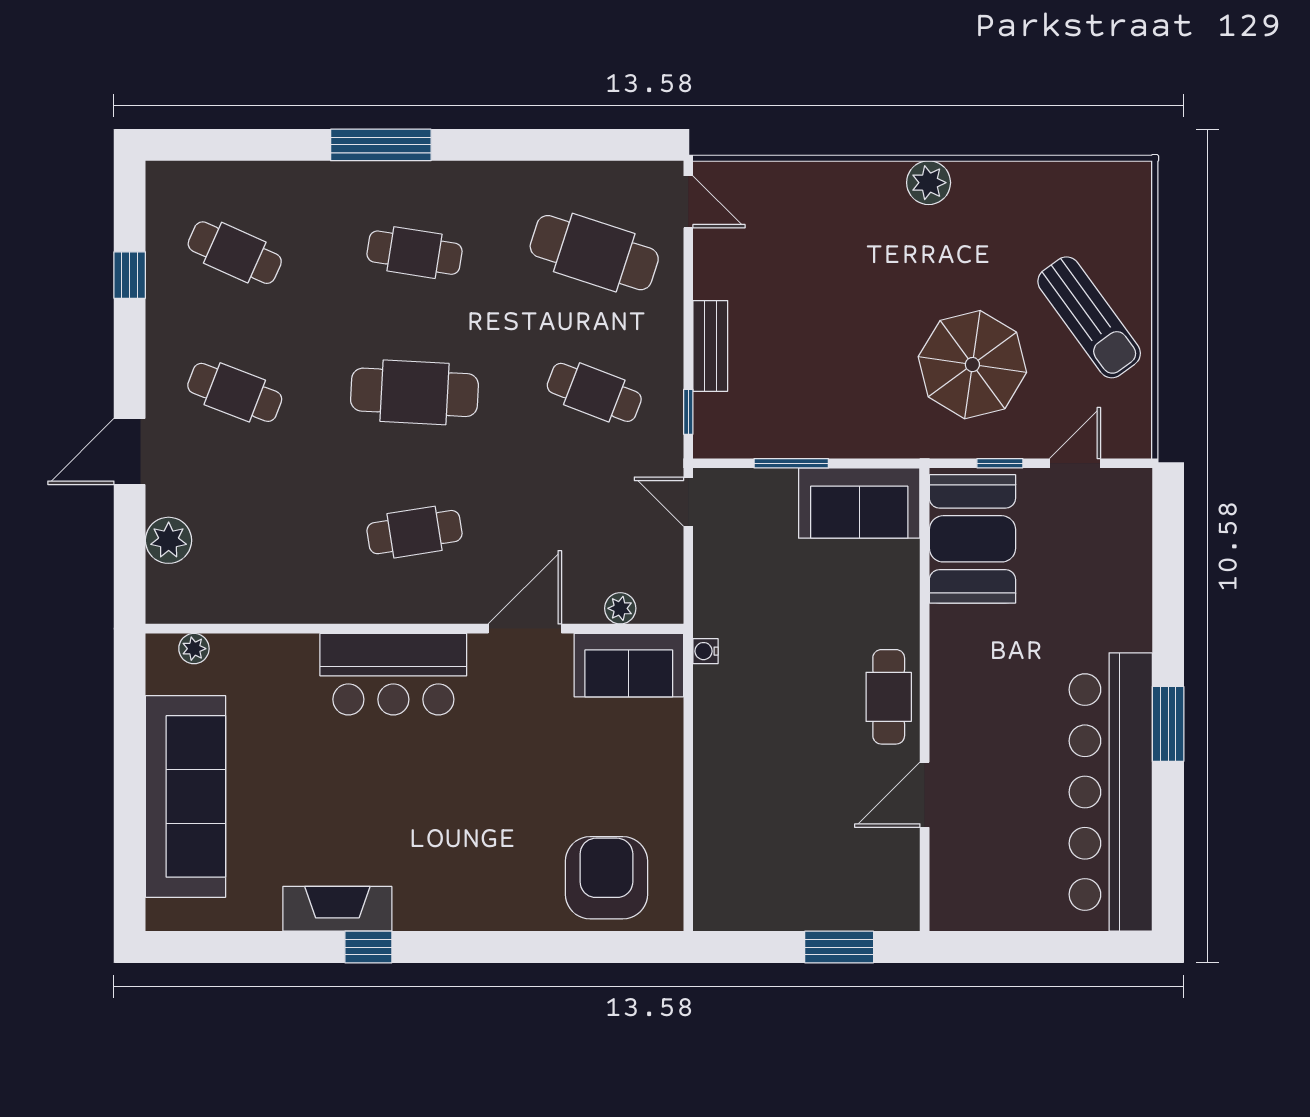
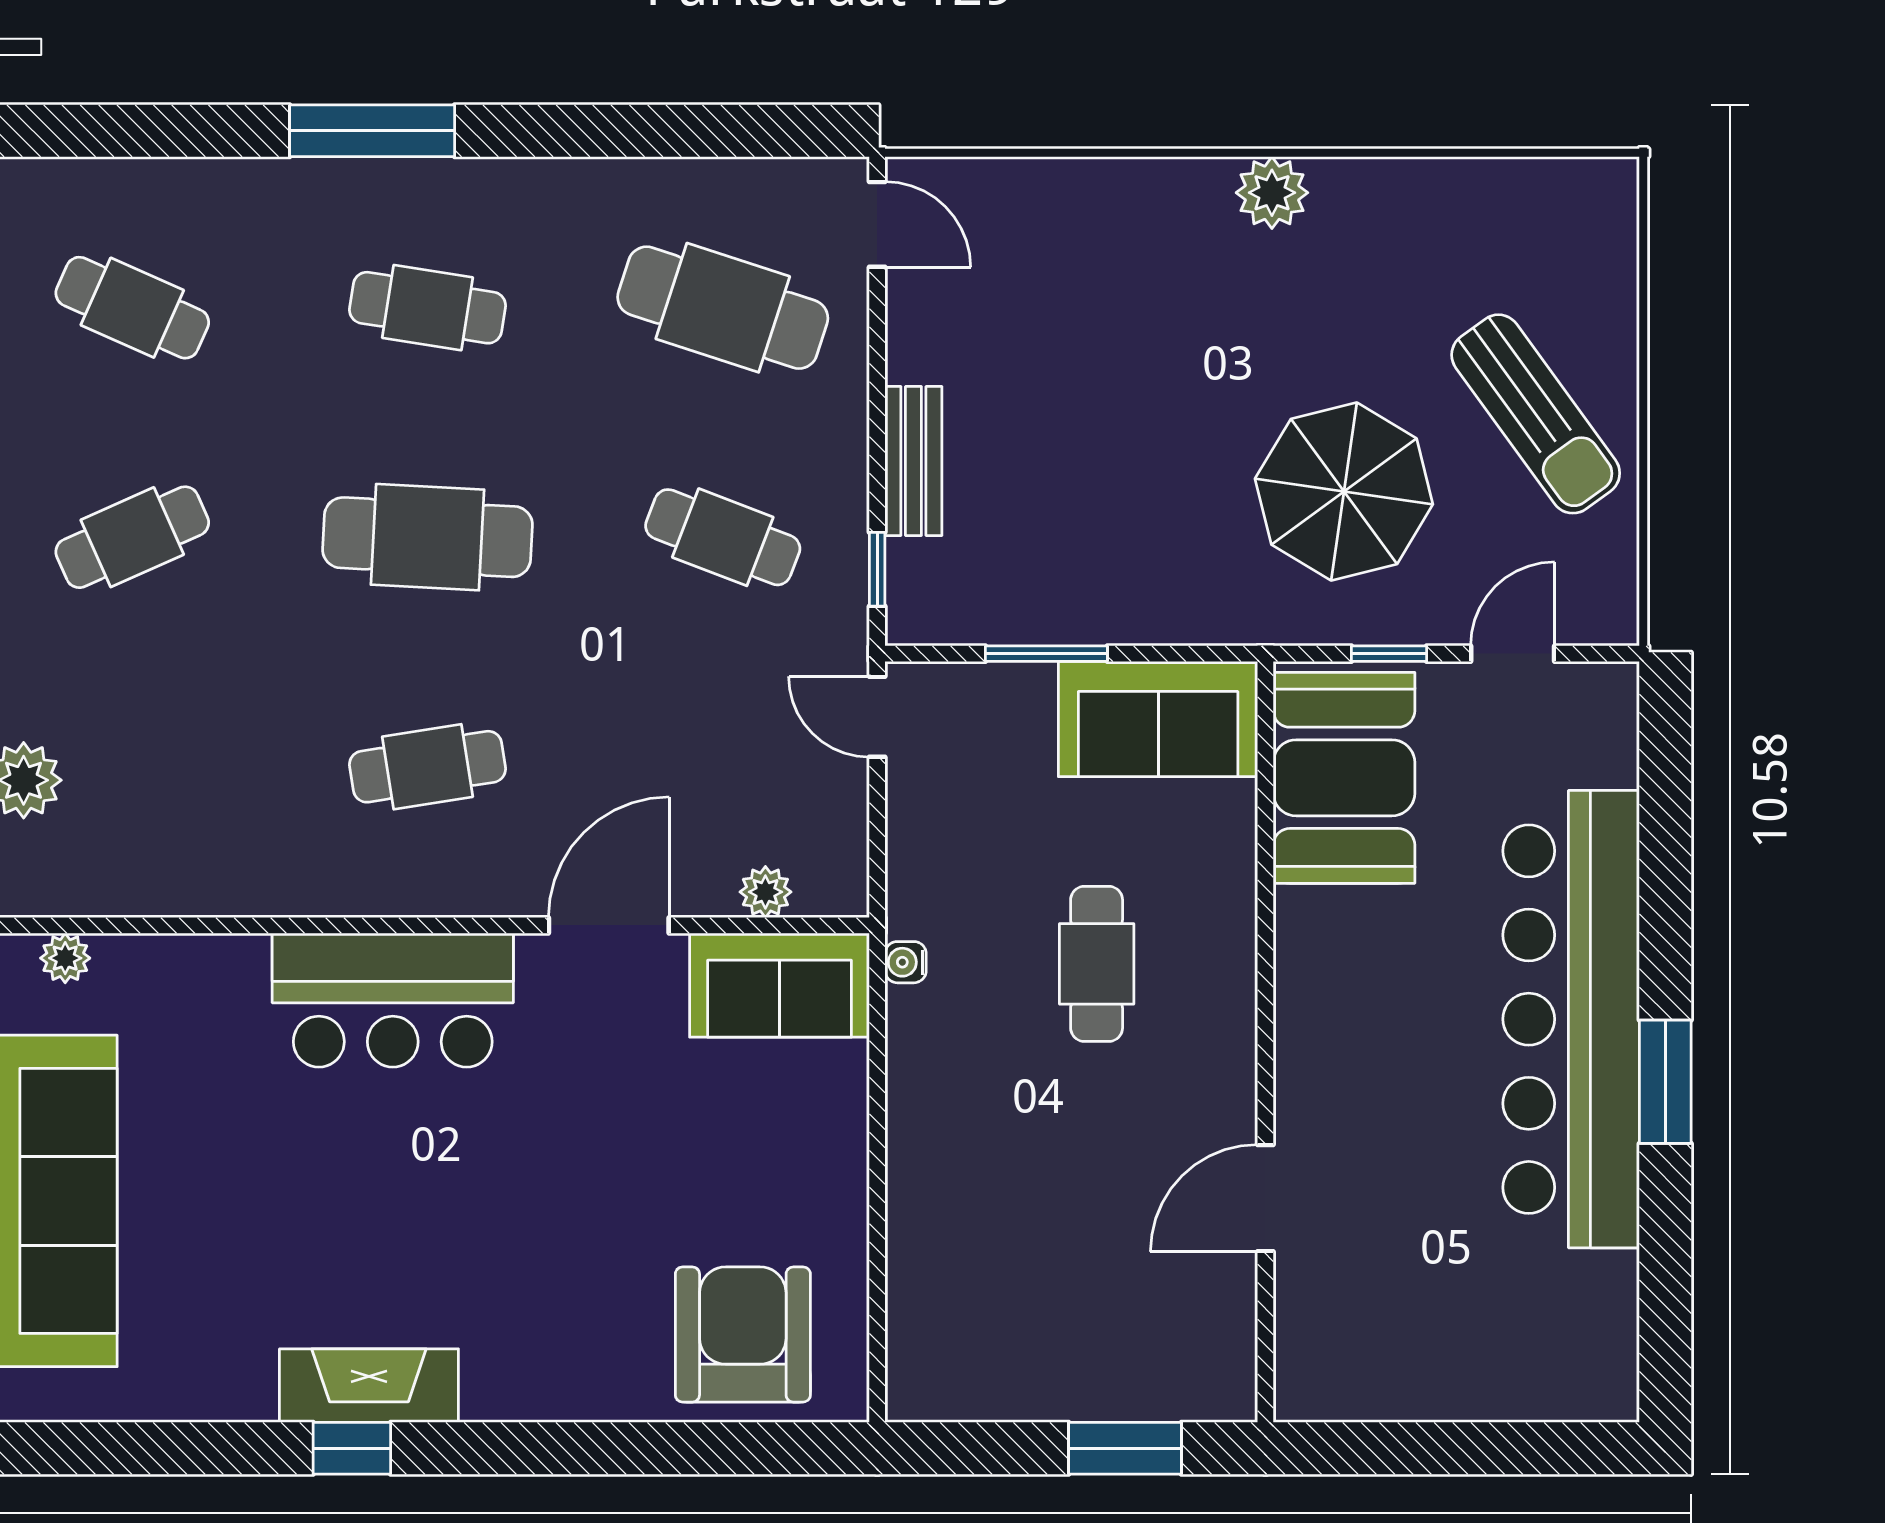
cafe table: (235, 392) -> (132, 537), turned -45
cafe table: (889, 697) -> (1097, 964), moved
bar counter: (1111, 792) -> (1571, 1019), moved
fireplace: (337, 909) -> (369, 1386), moved

